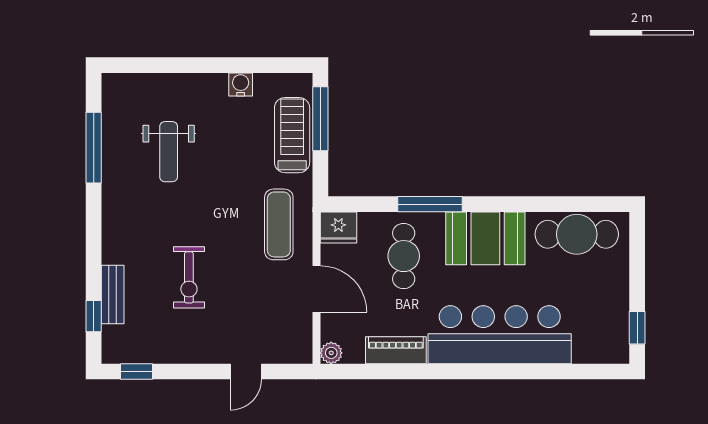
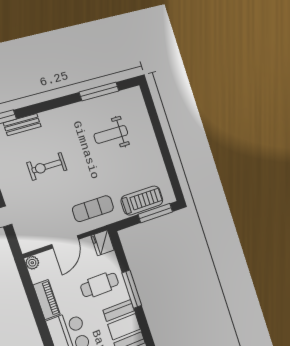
water cooler: (241, 84) -> (158, 164), removed

